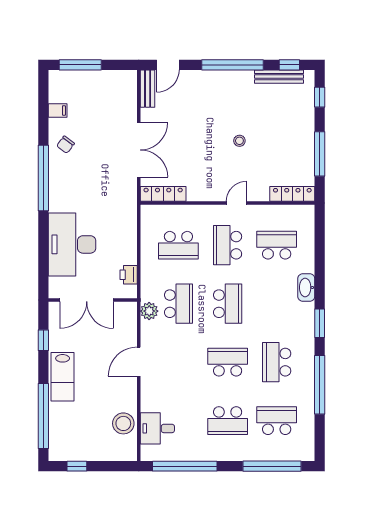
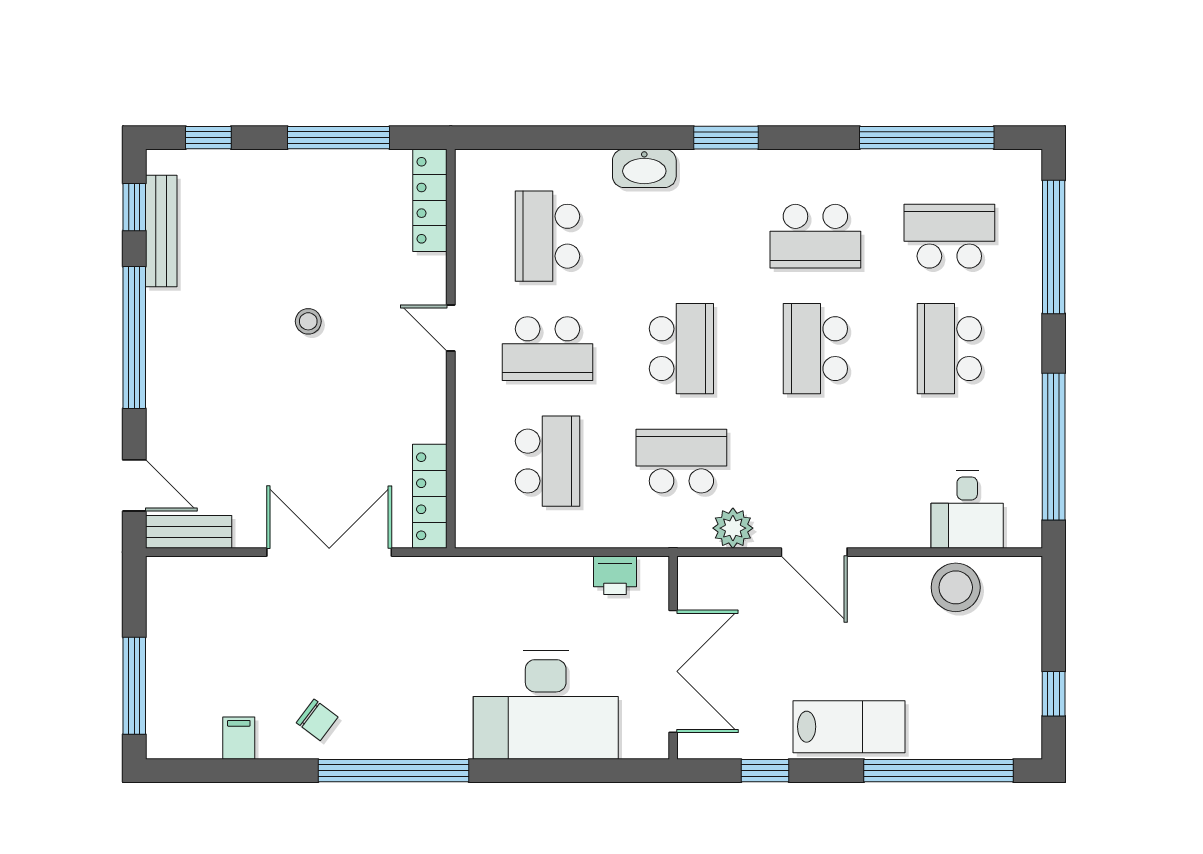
school desk: (228, 304) -> (681, 349), turned 90
plant: (149, 311) -> (733, 528), moved
window: (320, 385) -> (927, 138), moved
school desk: (228, 421) -> (949, 349), turned 180
school desk: (277, 421) -> (949, 236), turned 90

